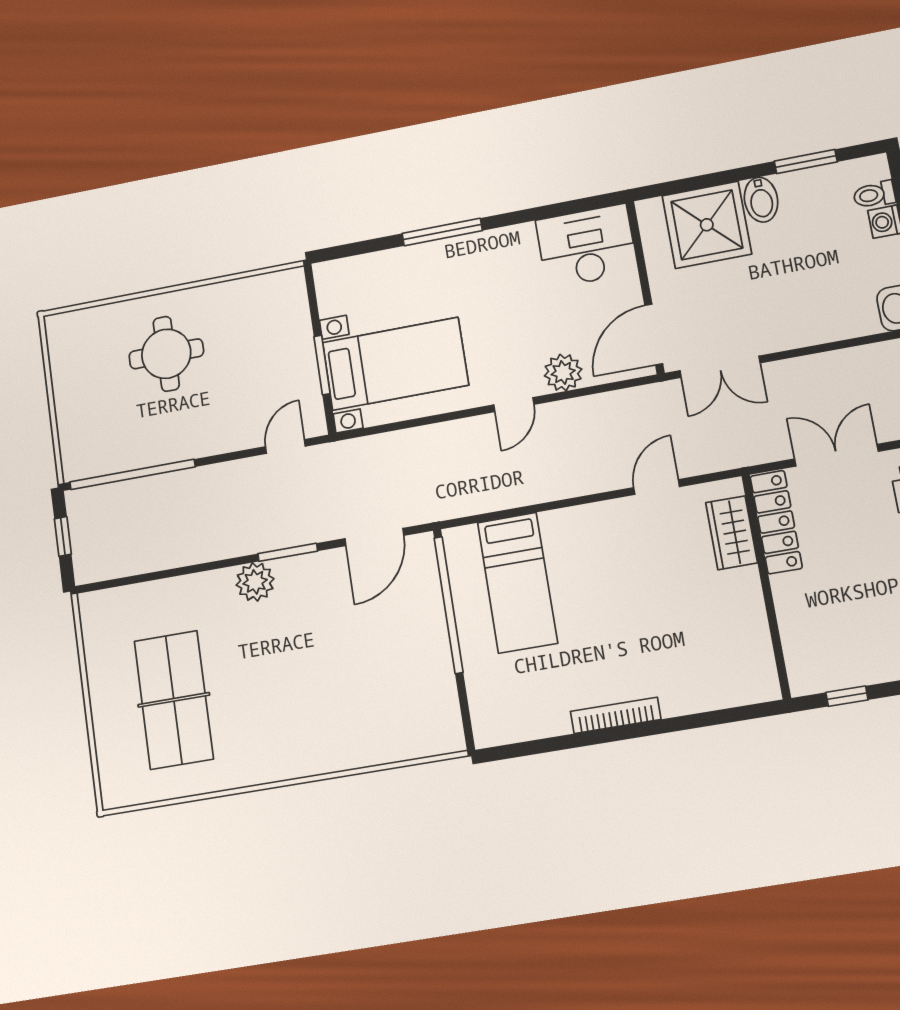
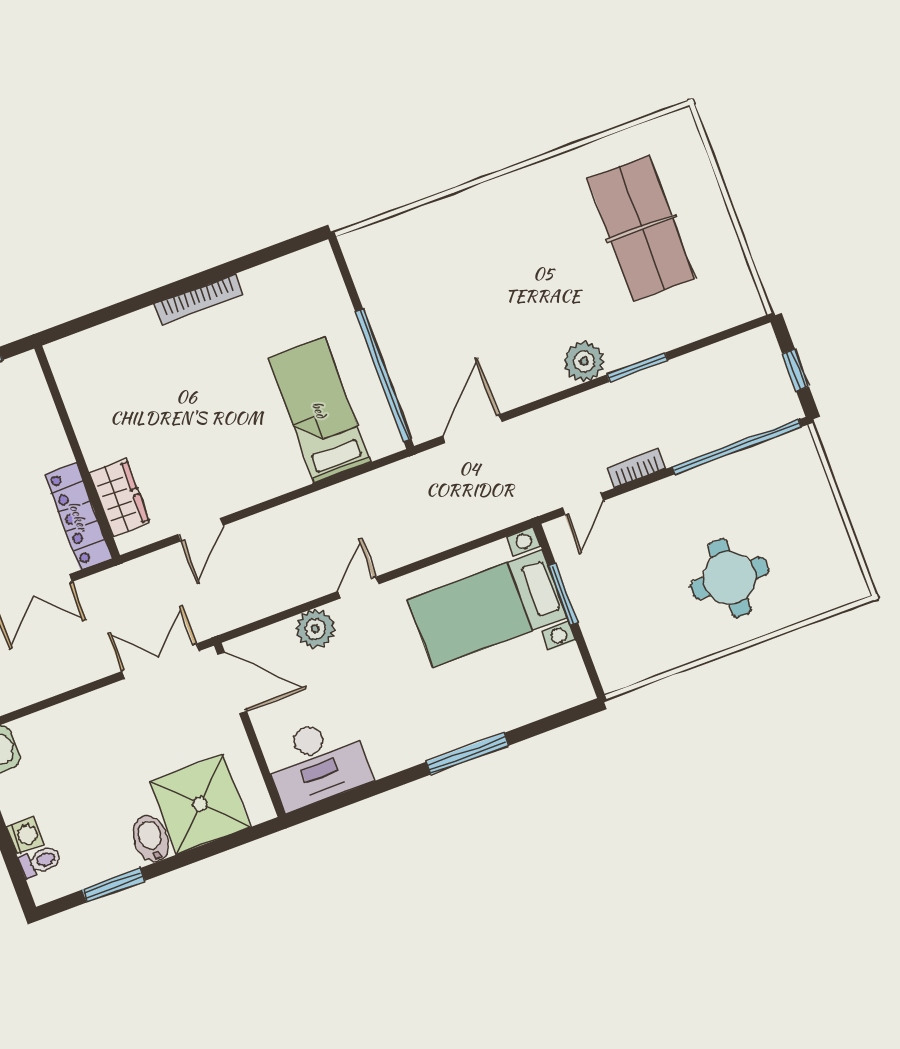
door: (654, 334) -> (232, 683), hinge flipped
bookcase: (228, 471) -> (637, 468), added
window: (288, 552) -> (637, 367), moved

